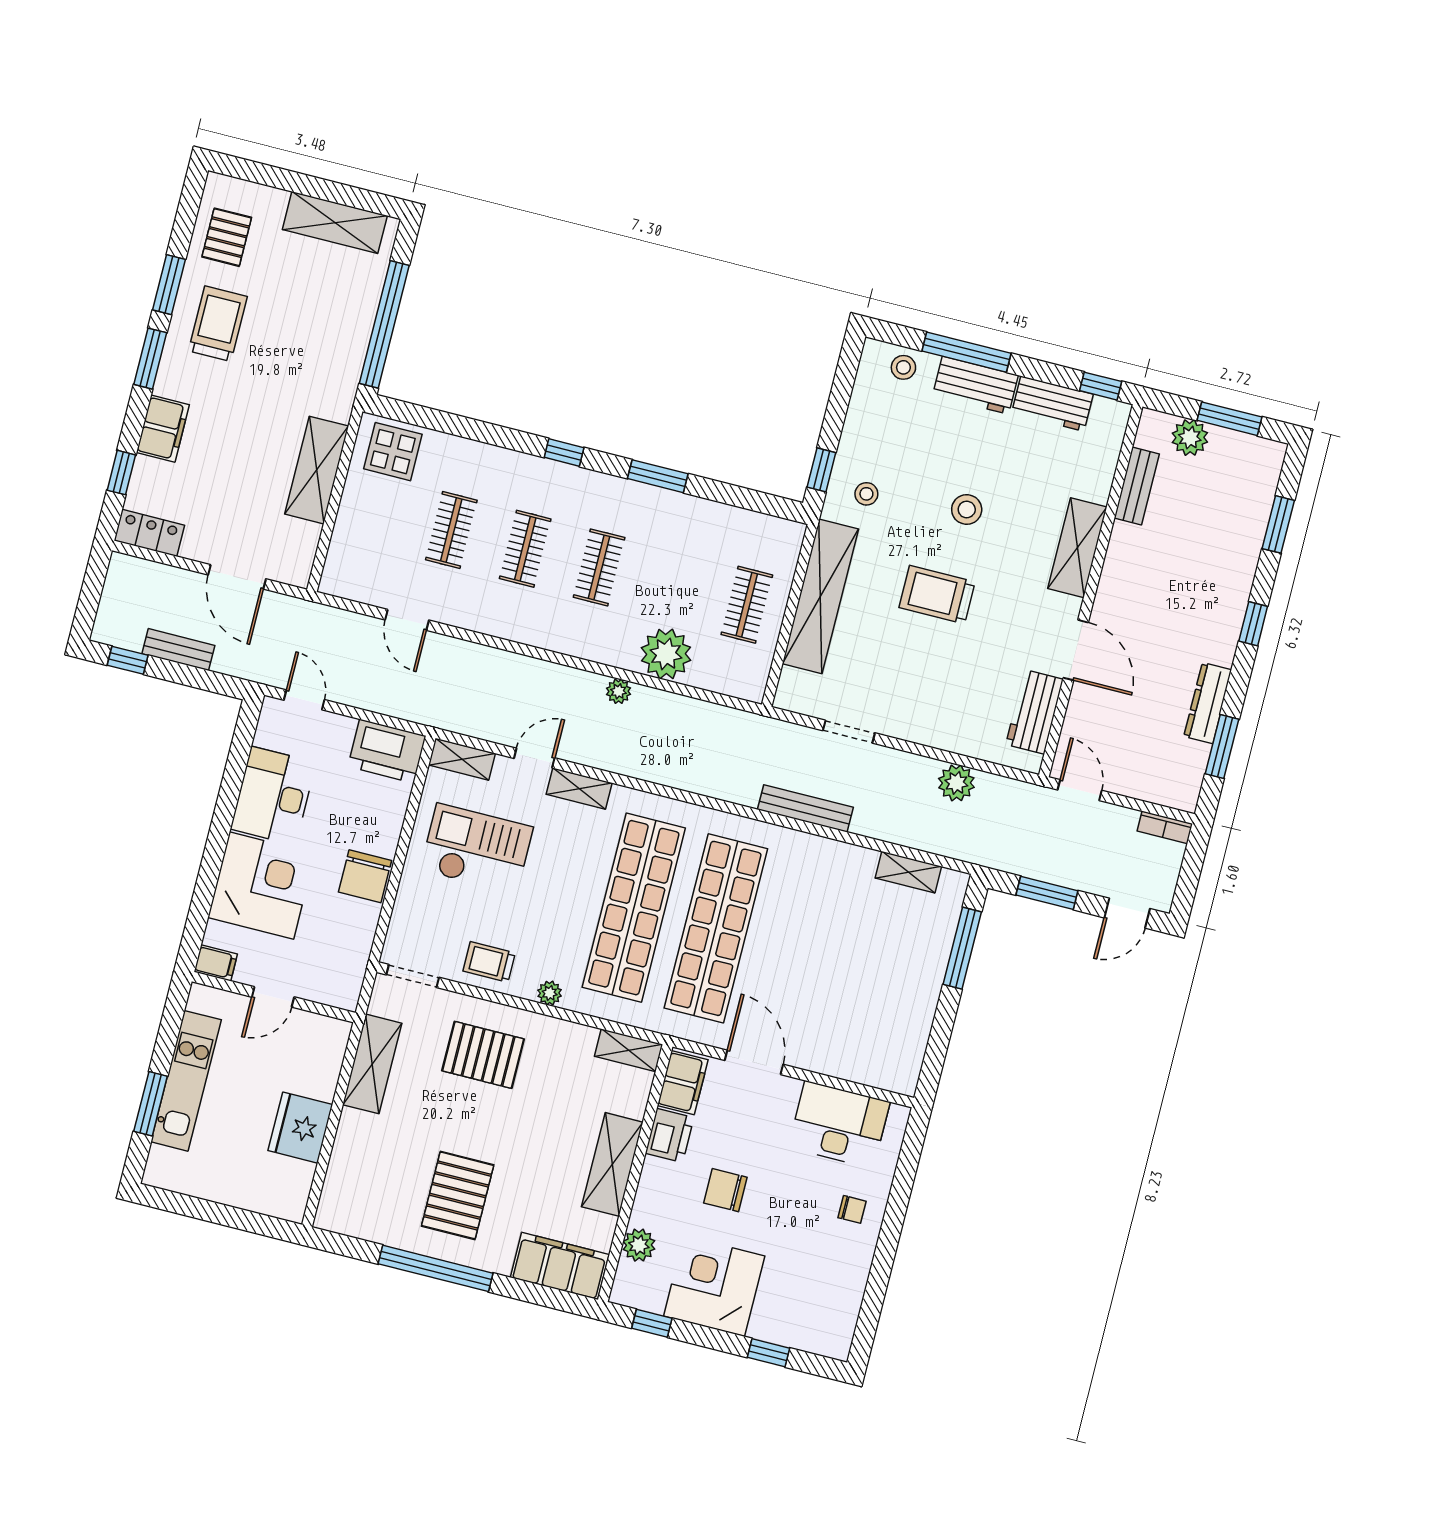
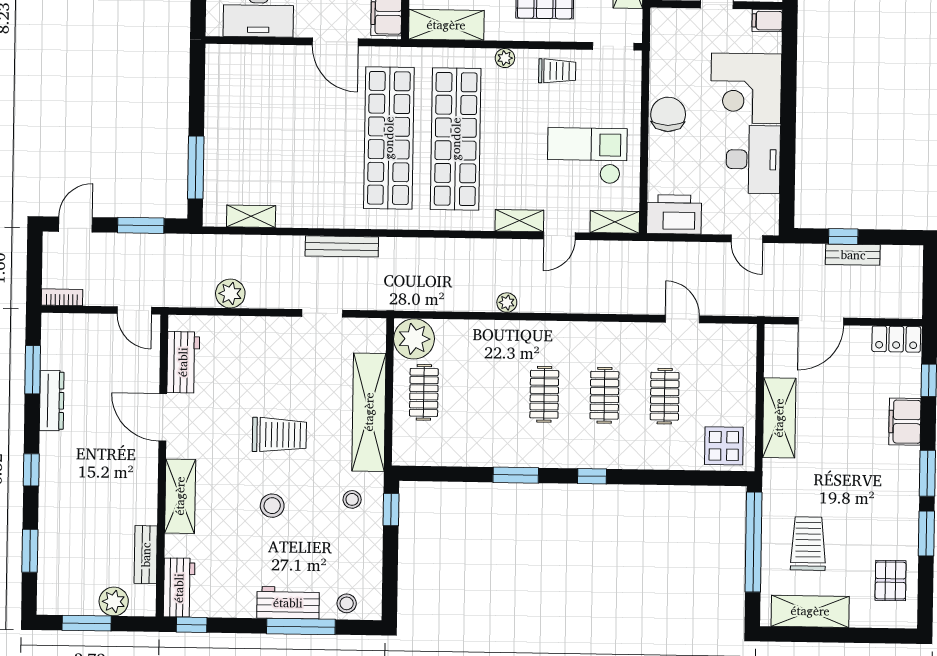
trolley: (218, 324) -> (808, 544), moved, turned 180
workbench: (1052, 404) -> (179, 588), moved, turned 90
door: (237, 577) -> (821, 321), swing flipped
plant: (666, 654) -> (414, 339), moved
window: (128, 660) -> (843, 236), moved
checkout: (477, 849) -> (587, 156), turned 180
shelving: (629, 1050) -> (446, 25), width x1.50, depth x1.33

